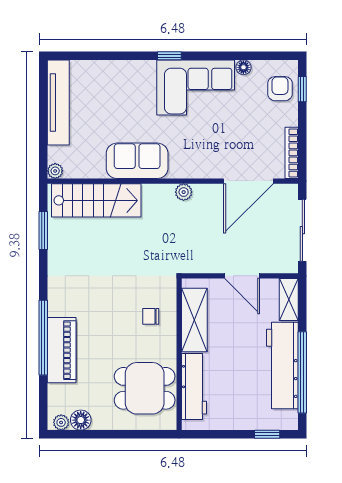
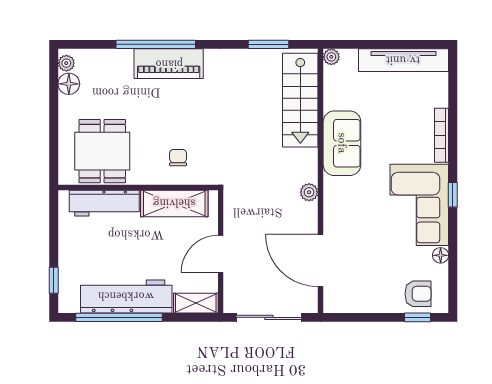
window: (169, 56) -> (453, 195), moved
bookcase: (292, 153) -> (441, 135), moved, turned -90
piano: (62, 350) -> (169, 64), moved

